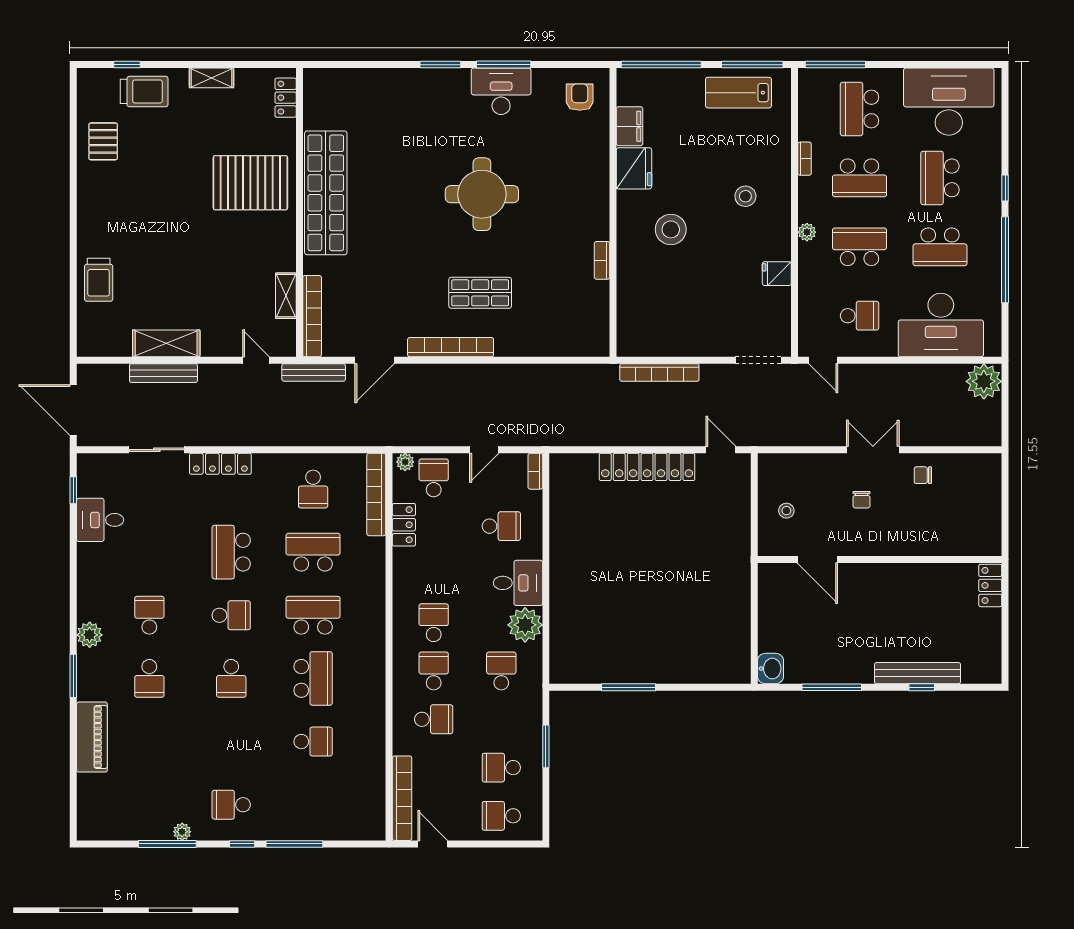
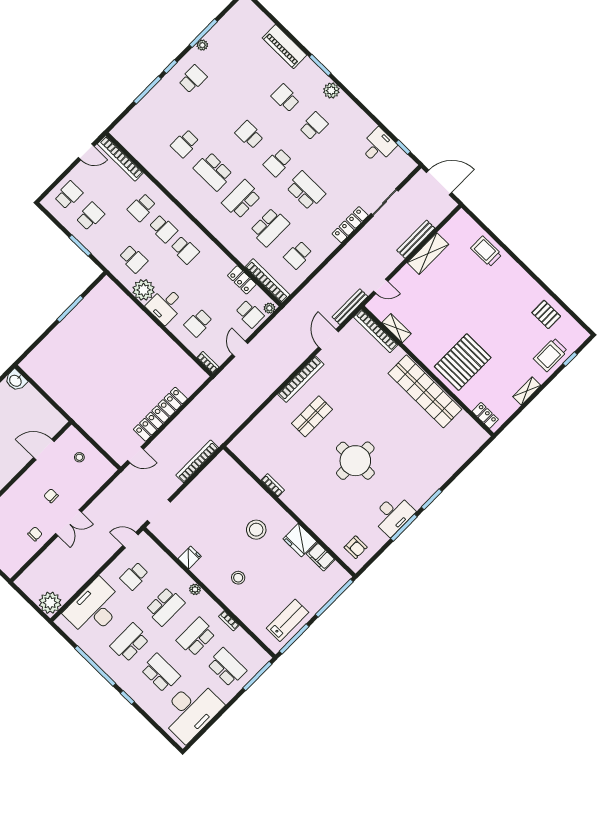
school desk: (313, 489) -> (298, 255), turned -90
school desk: (149, 615) -> (314, 126), turned -90
school desk: (313, 615) -> (241, 199), turned 180

